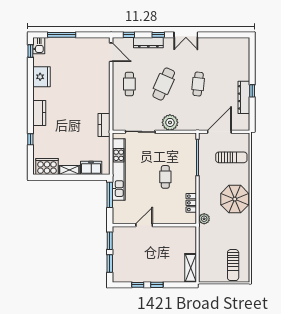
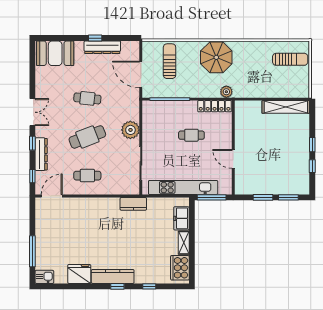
window: (30, 51) -> (117, 286), moved
booth: (238, 55) -> (55, 53), added
cafe table: (164, 84) -> (87, 137), turned -45
kitchen counter: (39, 113) -> (113, 276), width x1.50
locker: (191, 203) -> (215, 106), width x1.53
plant: (204, 219) -> (226, 92), moved
door: (144, 225) -> (233, 159), moved
wall: (154, 225) -> (233, 148), moved
shelving: (191, 268) -> (286, 107), width x1.47

